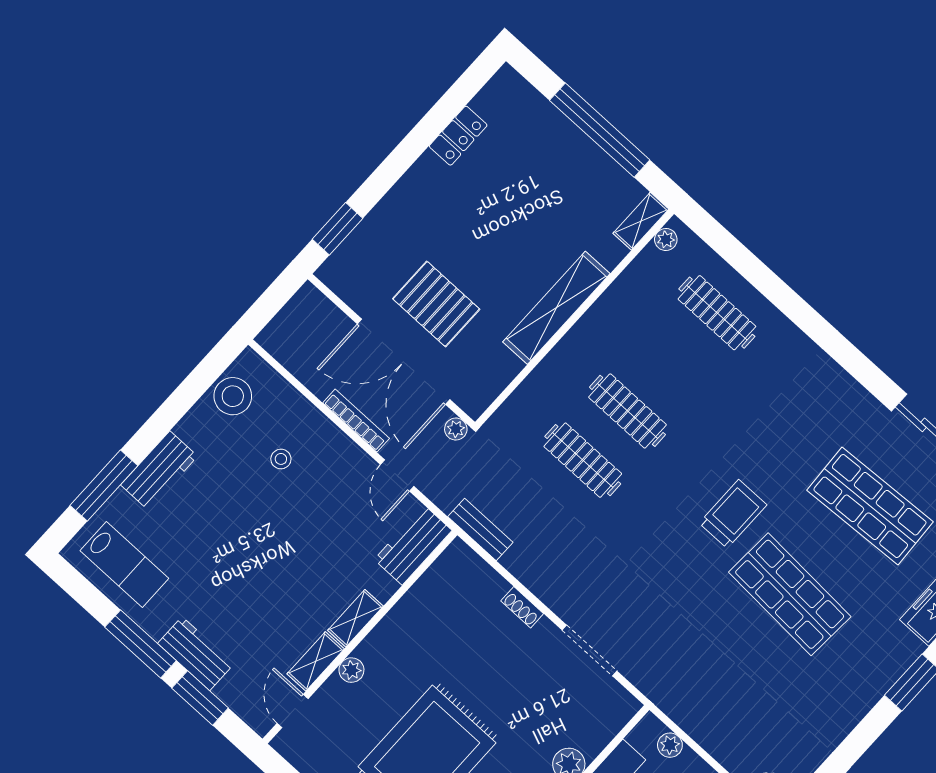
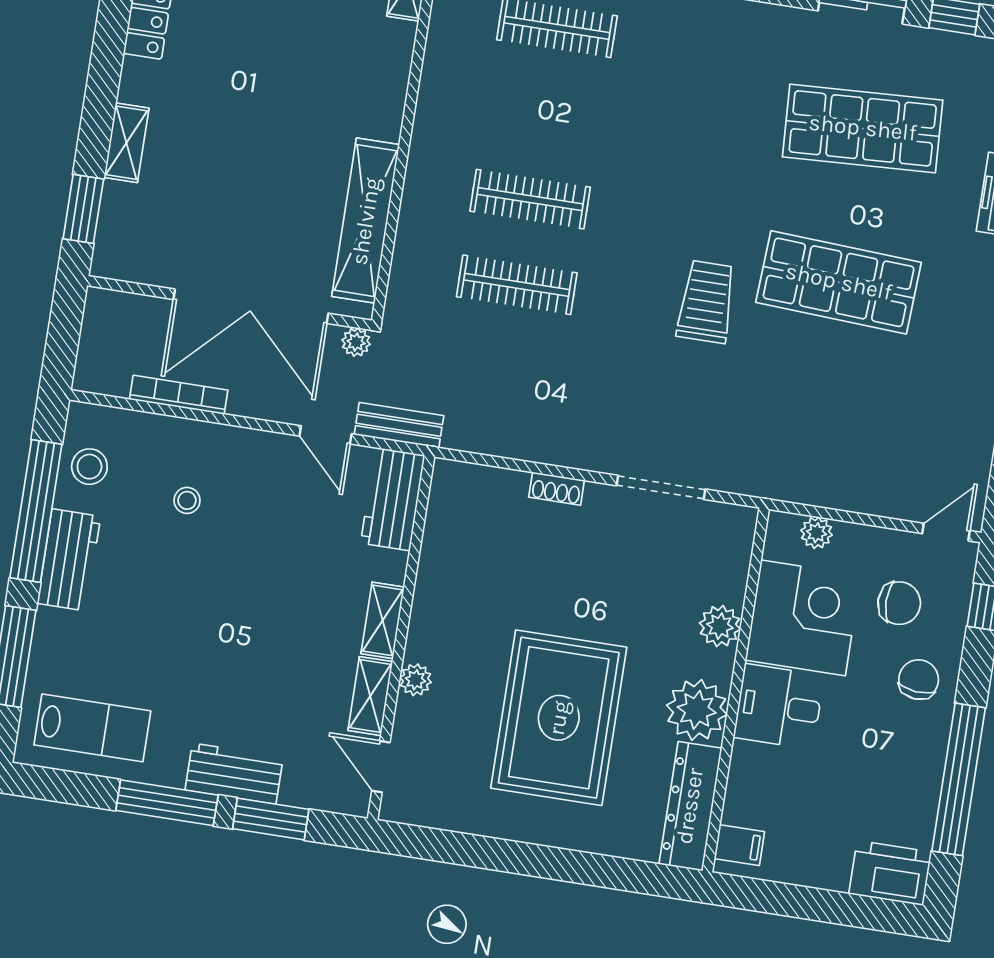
shelving: (393, 205) -> (126, 143), added
pallet: (436, 304) -> (245, 220), removed
shelving: (556, 308) -> (366, 221), moved
stool: (233, 396) -> (89, 467), width x0.73, depth x0.73
window: (180, 402) -> (36, 511), added
bookcase: (356, 421) -> (179, 395), moved
workbench: (159, 470) -> (69, 560), moved
trolley: (733, 514) -> (706, 302), moved
bench: (480, 529) -> (399, 425), moved

